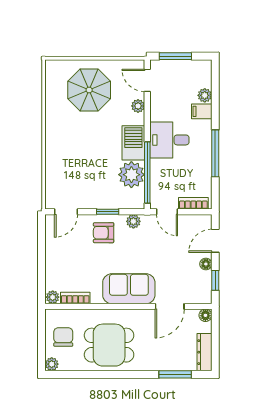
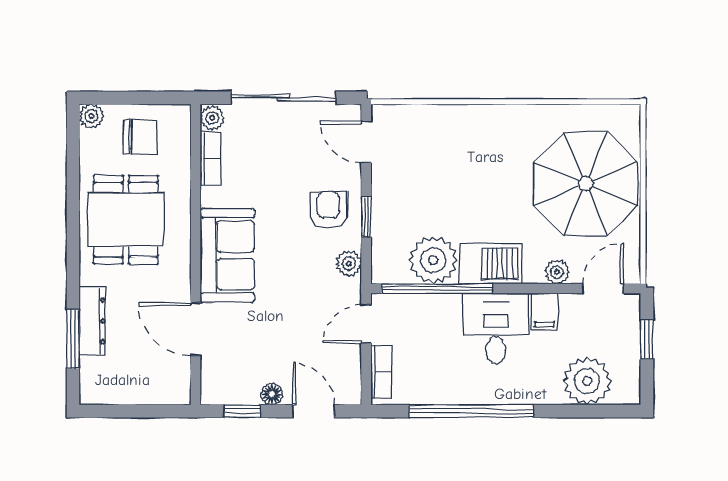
window: (175, 56) -> (647, 339), width x0.67
parasol: (89, 90) -> (586, 184), width x1.36, depth x1.36
plant: (205, 95) -> (587, 381), width x1.87, depth x1.87
filing cabinet: (202, 111) -> (544, 311), moved, turned 180
window: (215, 153) -> (471, 411), width x1.46
sliding door: (41, 258) -> (283, 98), added
floor lamp: (205, 315) -> (179, 393), removed
dresser: (204, 352) -> (92, 321), moved, turned 90

